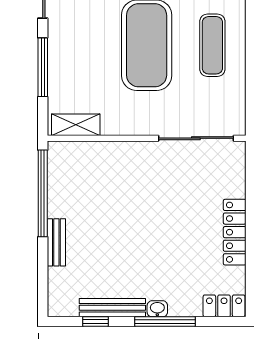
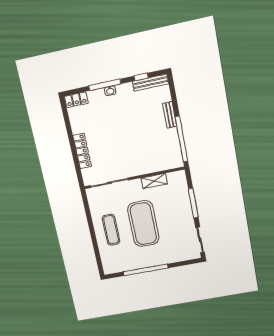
shelving: (76, 125) -> (154, 181), moved
locker: (235, 232) -> (82, 151), moved
bench: (112, 308) -> (150, 83), moved

